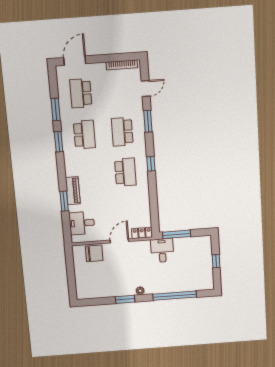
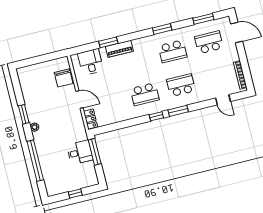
window: (56, 109) -> (203, 19), moved
window: (148, 121) -> (178, 111), moved
desk: (162, 250) -> (80, 152), moved

